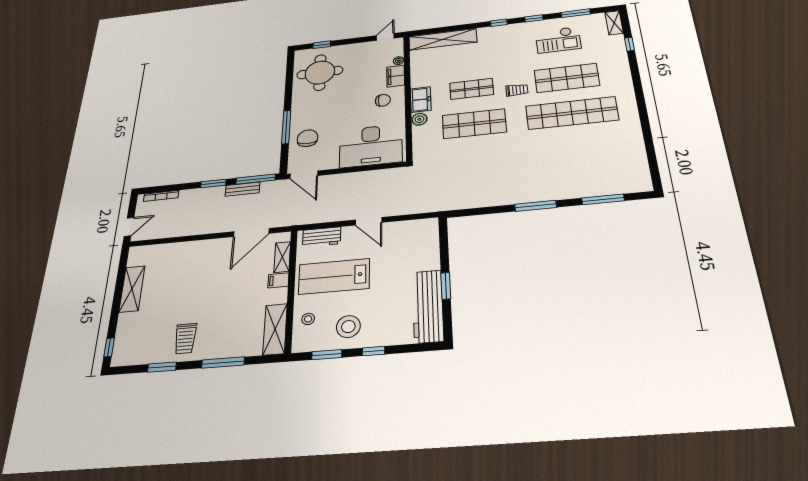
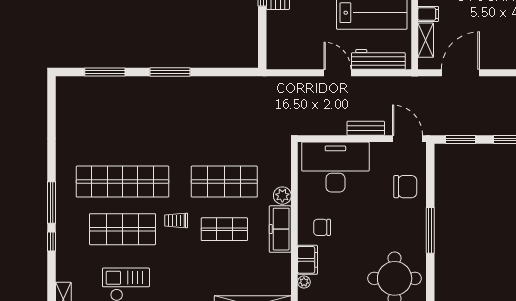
window: (629, 44) -> (52, 241), moved
window: (638, 90) -> (52, 202), added
freezer: (421, 100) -> (280, 229), width x1.40
window: (286, 127) -> (430, 230), moved
chair: (308, 138) -> (405, 187), turned -92
window: (256, 179) -> (460, 139), width x0.69
bench: (243, 189) -> (366, 128), moved
workbench: (322, 237) -> (378, 59), width x1.38

